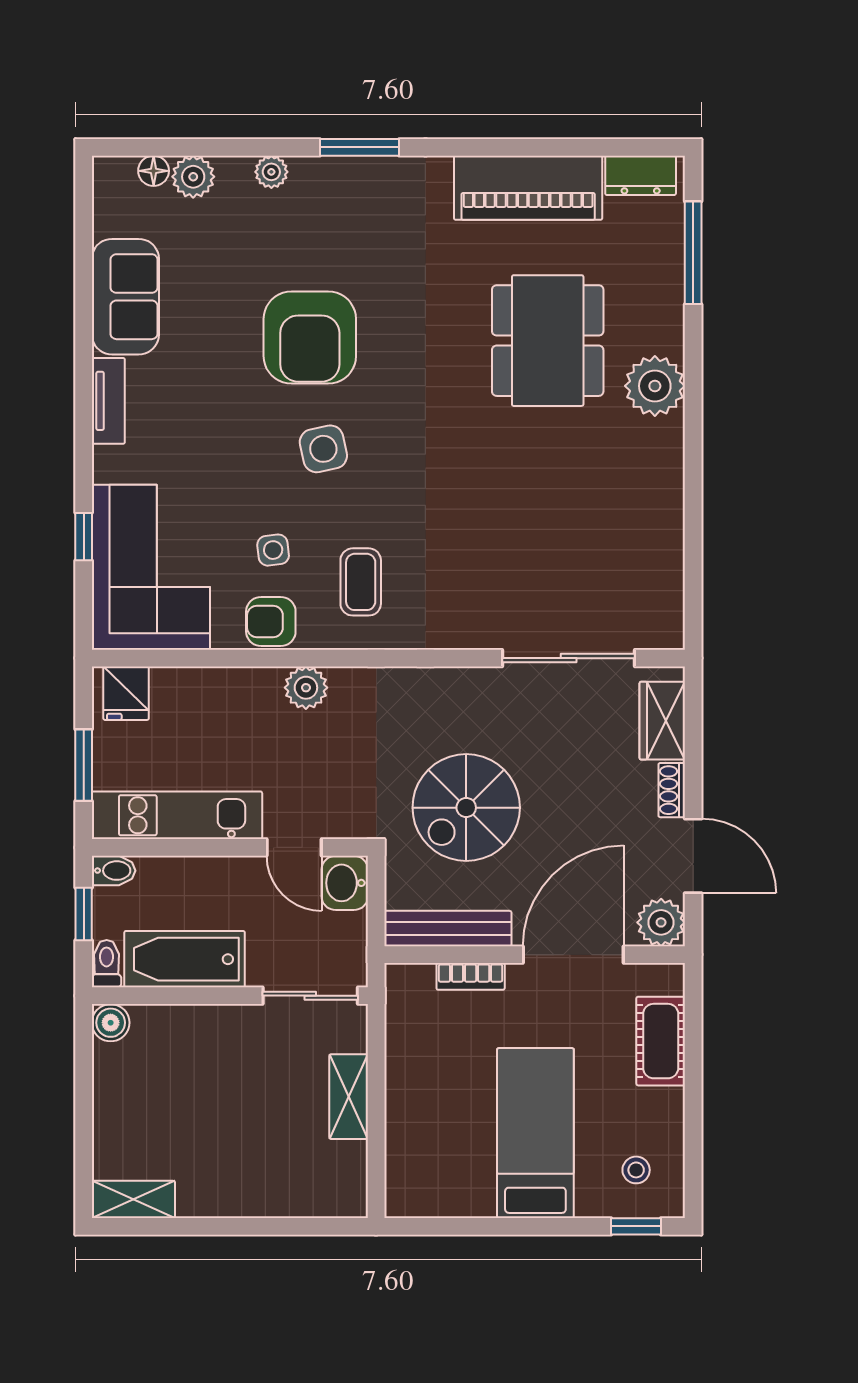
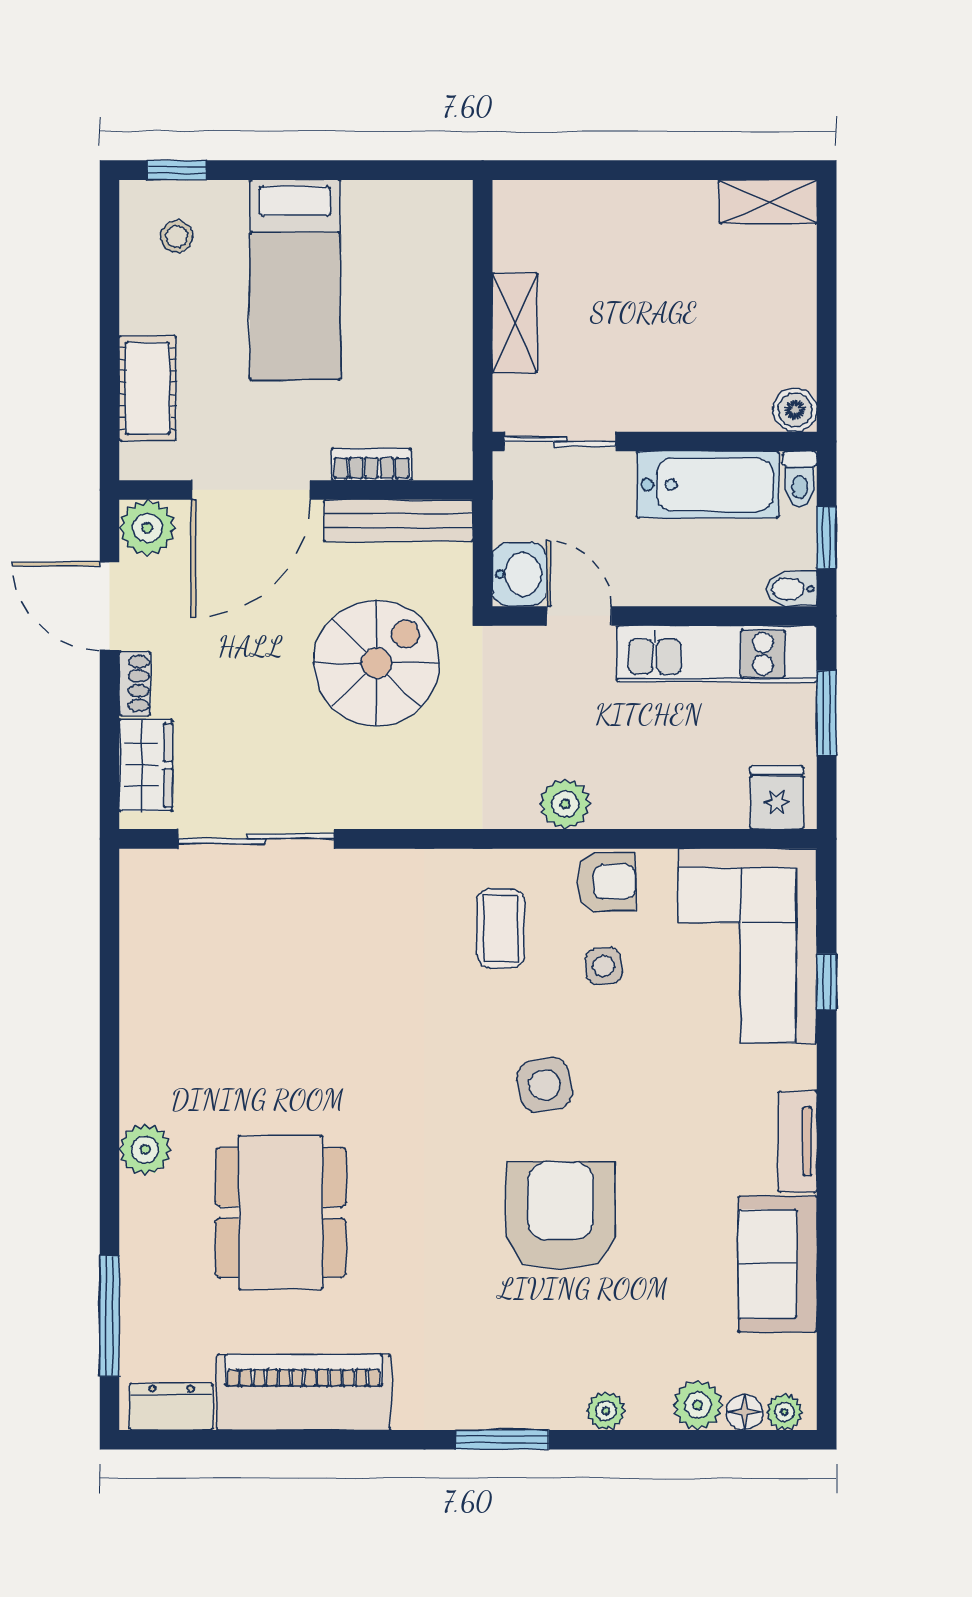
plant: (119, 171) -> (785, 1412), added
plant: (655, 386) -> (145, 1150), width x0.73, depth x0.73

